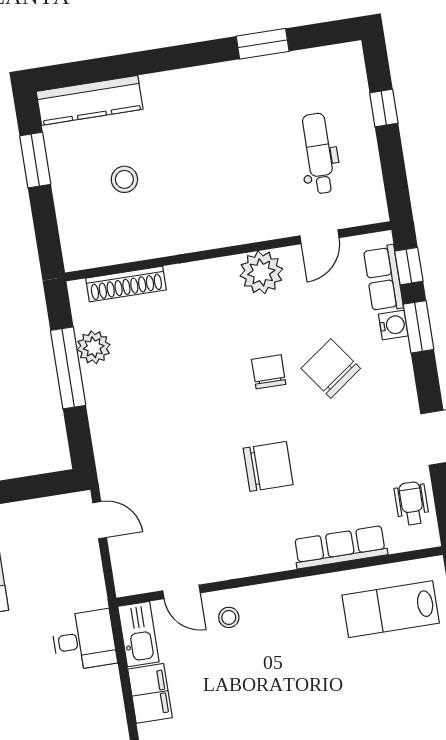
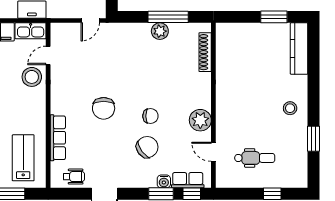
stool: (124, 179) -> (290, 108), moved
plant: (94, 347) -> (160, 31), moved
stool: (229, 617) -> (32, 77), width x1.89, depth x1.89

